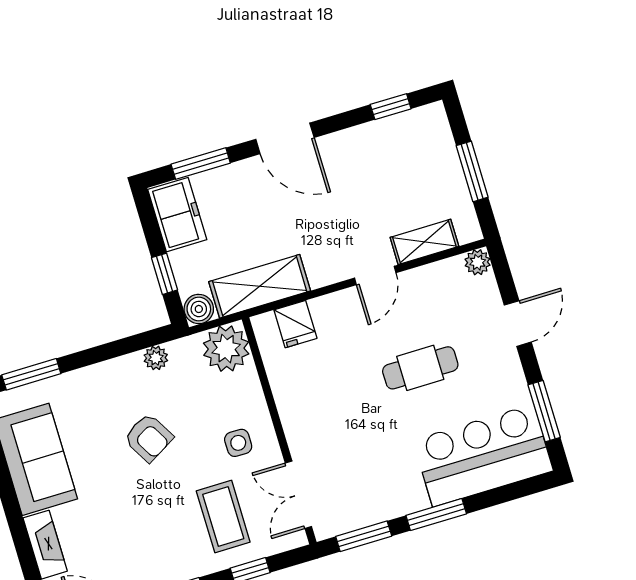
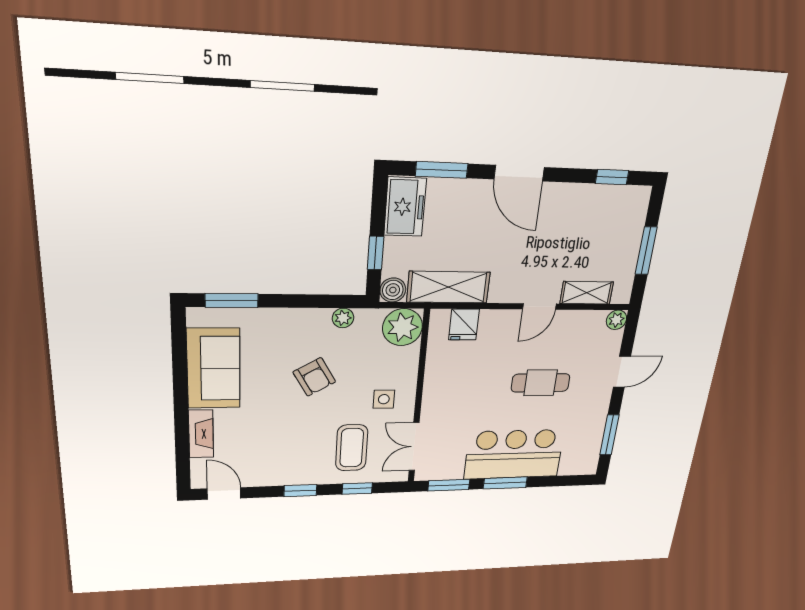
bar counter: (483, 456) -> (514, 454), moved

